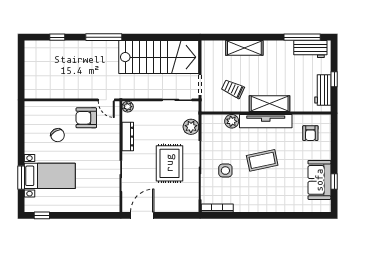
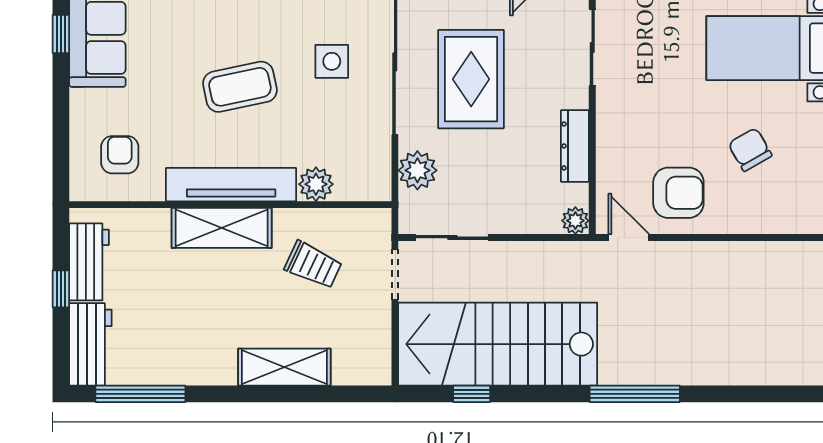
window: (57, 37) -> (472, 394), moved
workbench: (310, 49) -> (90, 344), moved, turned 90

